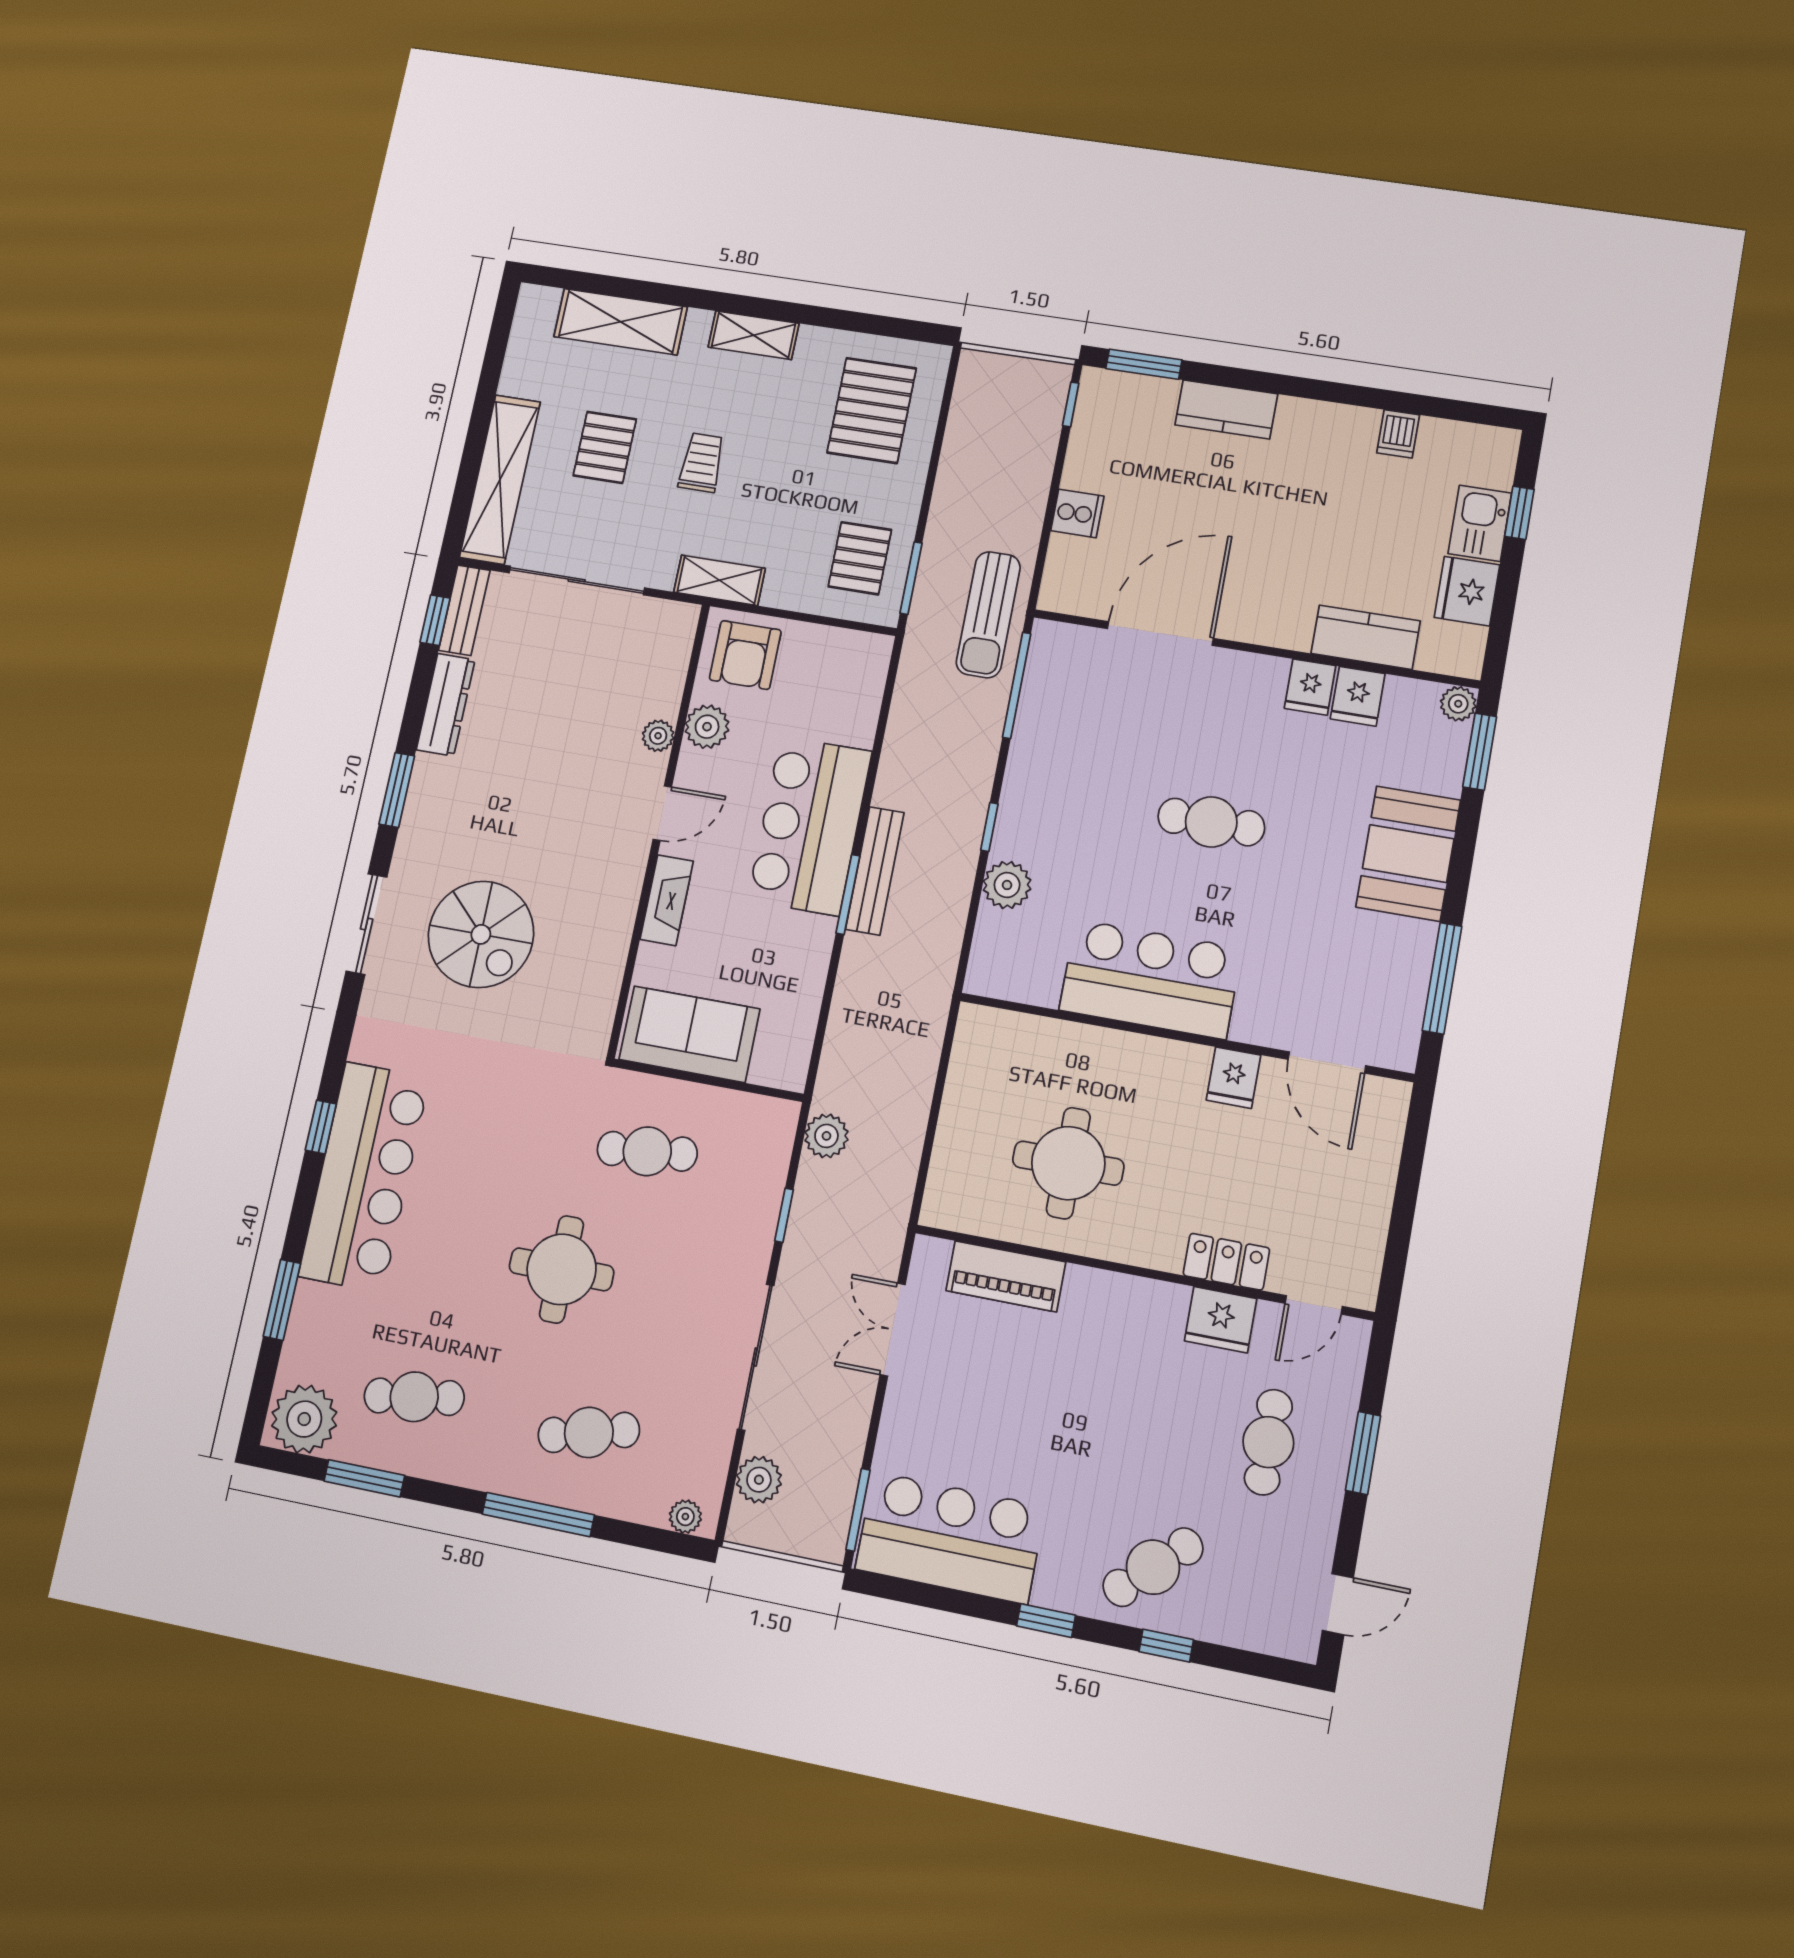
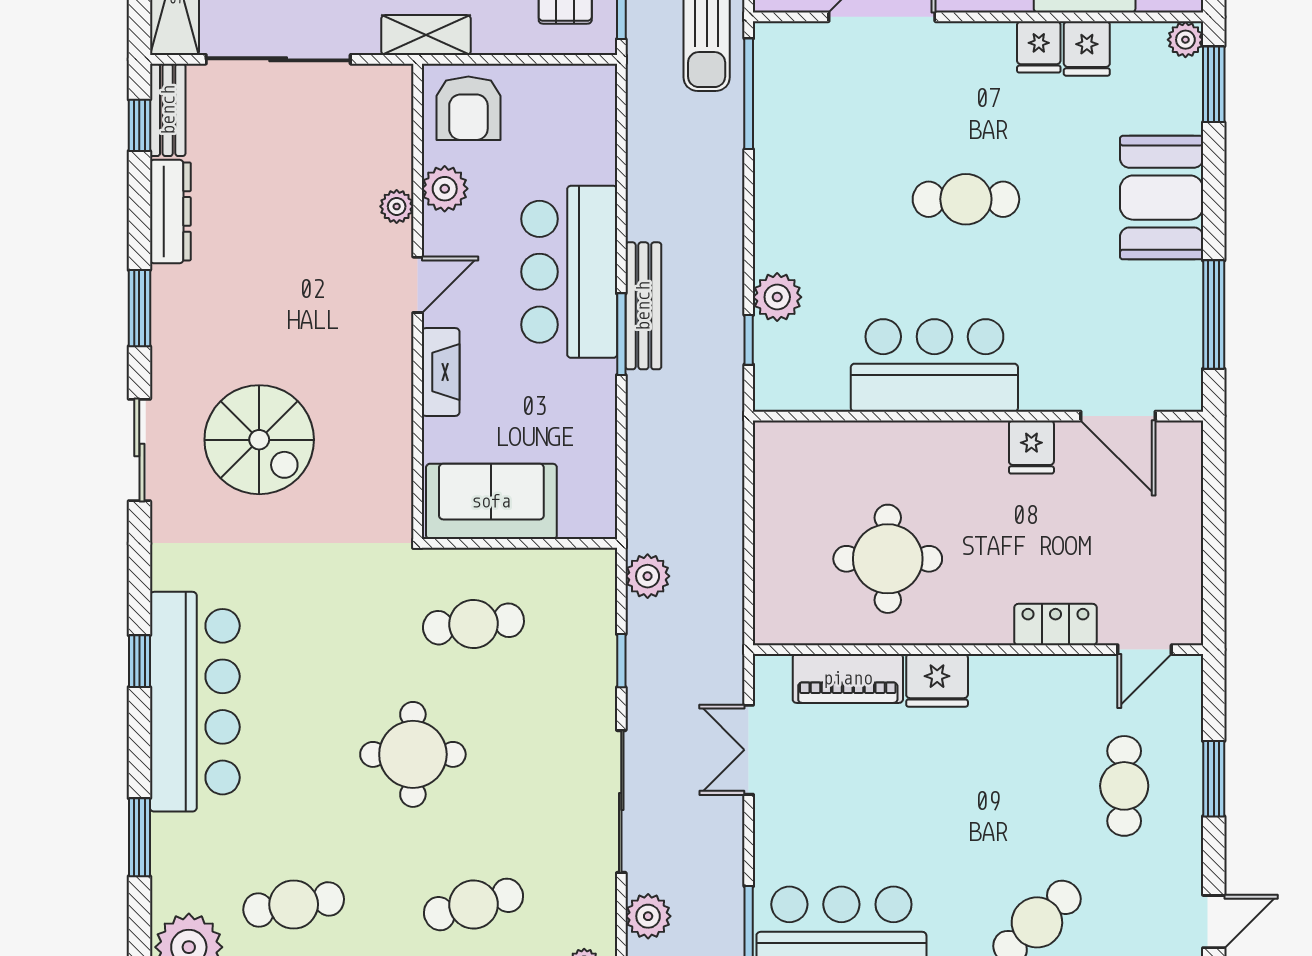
window: (989, 827) -> (749, 340), moved
fridge: (1221, 1320) -> (937, 680), moved

